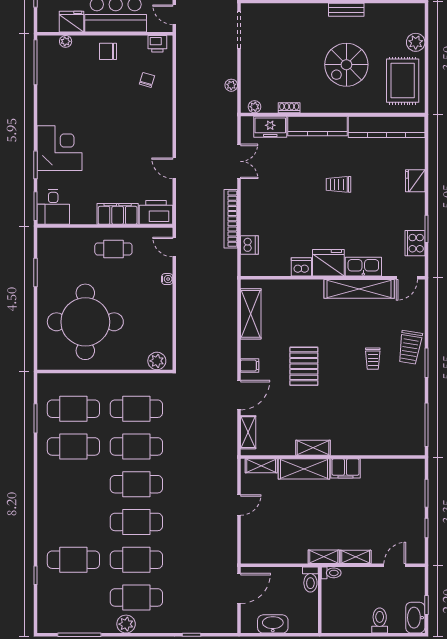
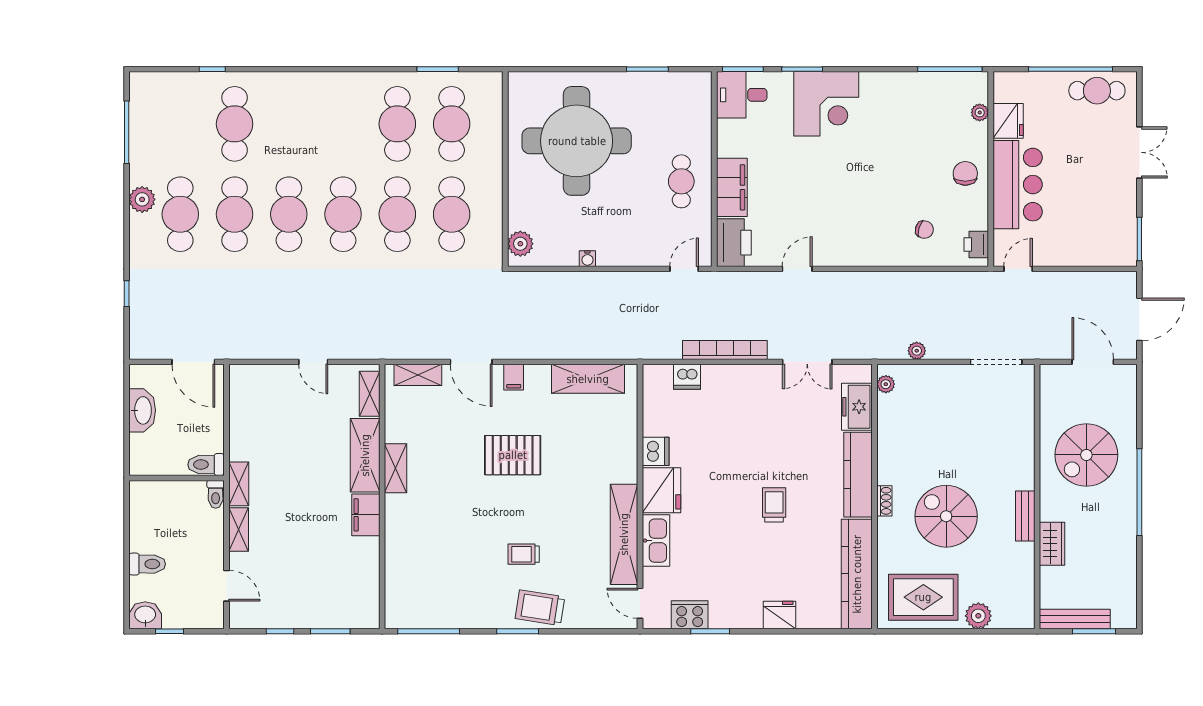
shoe rack: (289, 108) -> (884, 501), moved
water cooler: (167, 279) -> (587, 259), moved
washbasin: (415, 618) -> (145, 615), width x0.72

